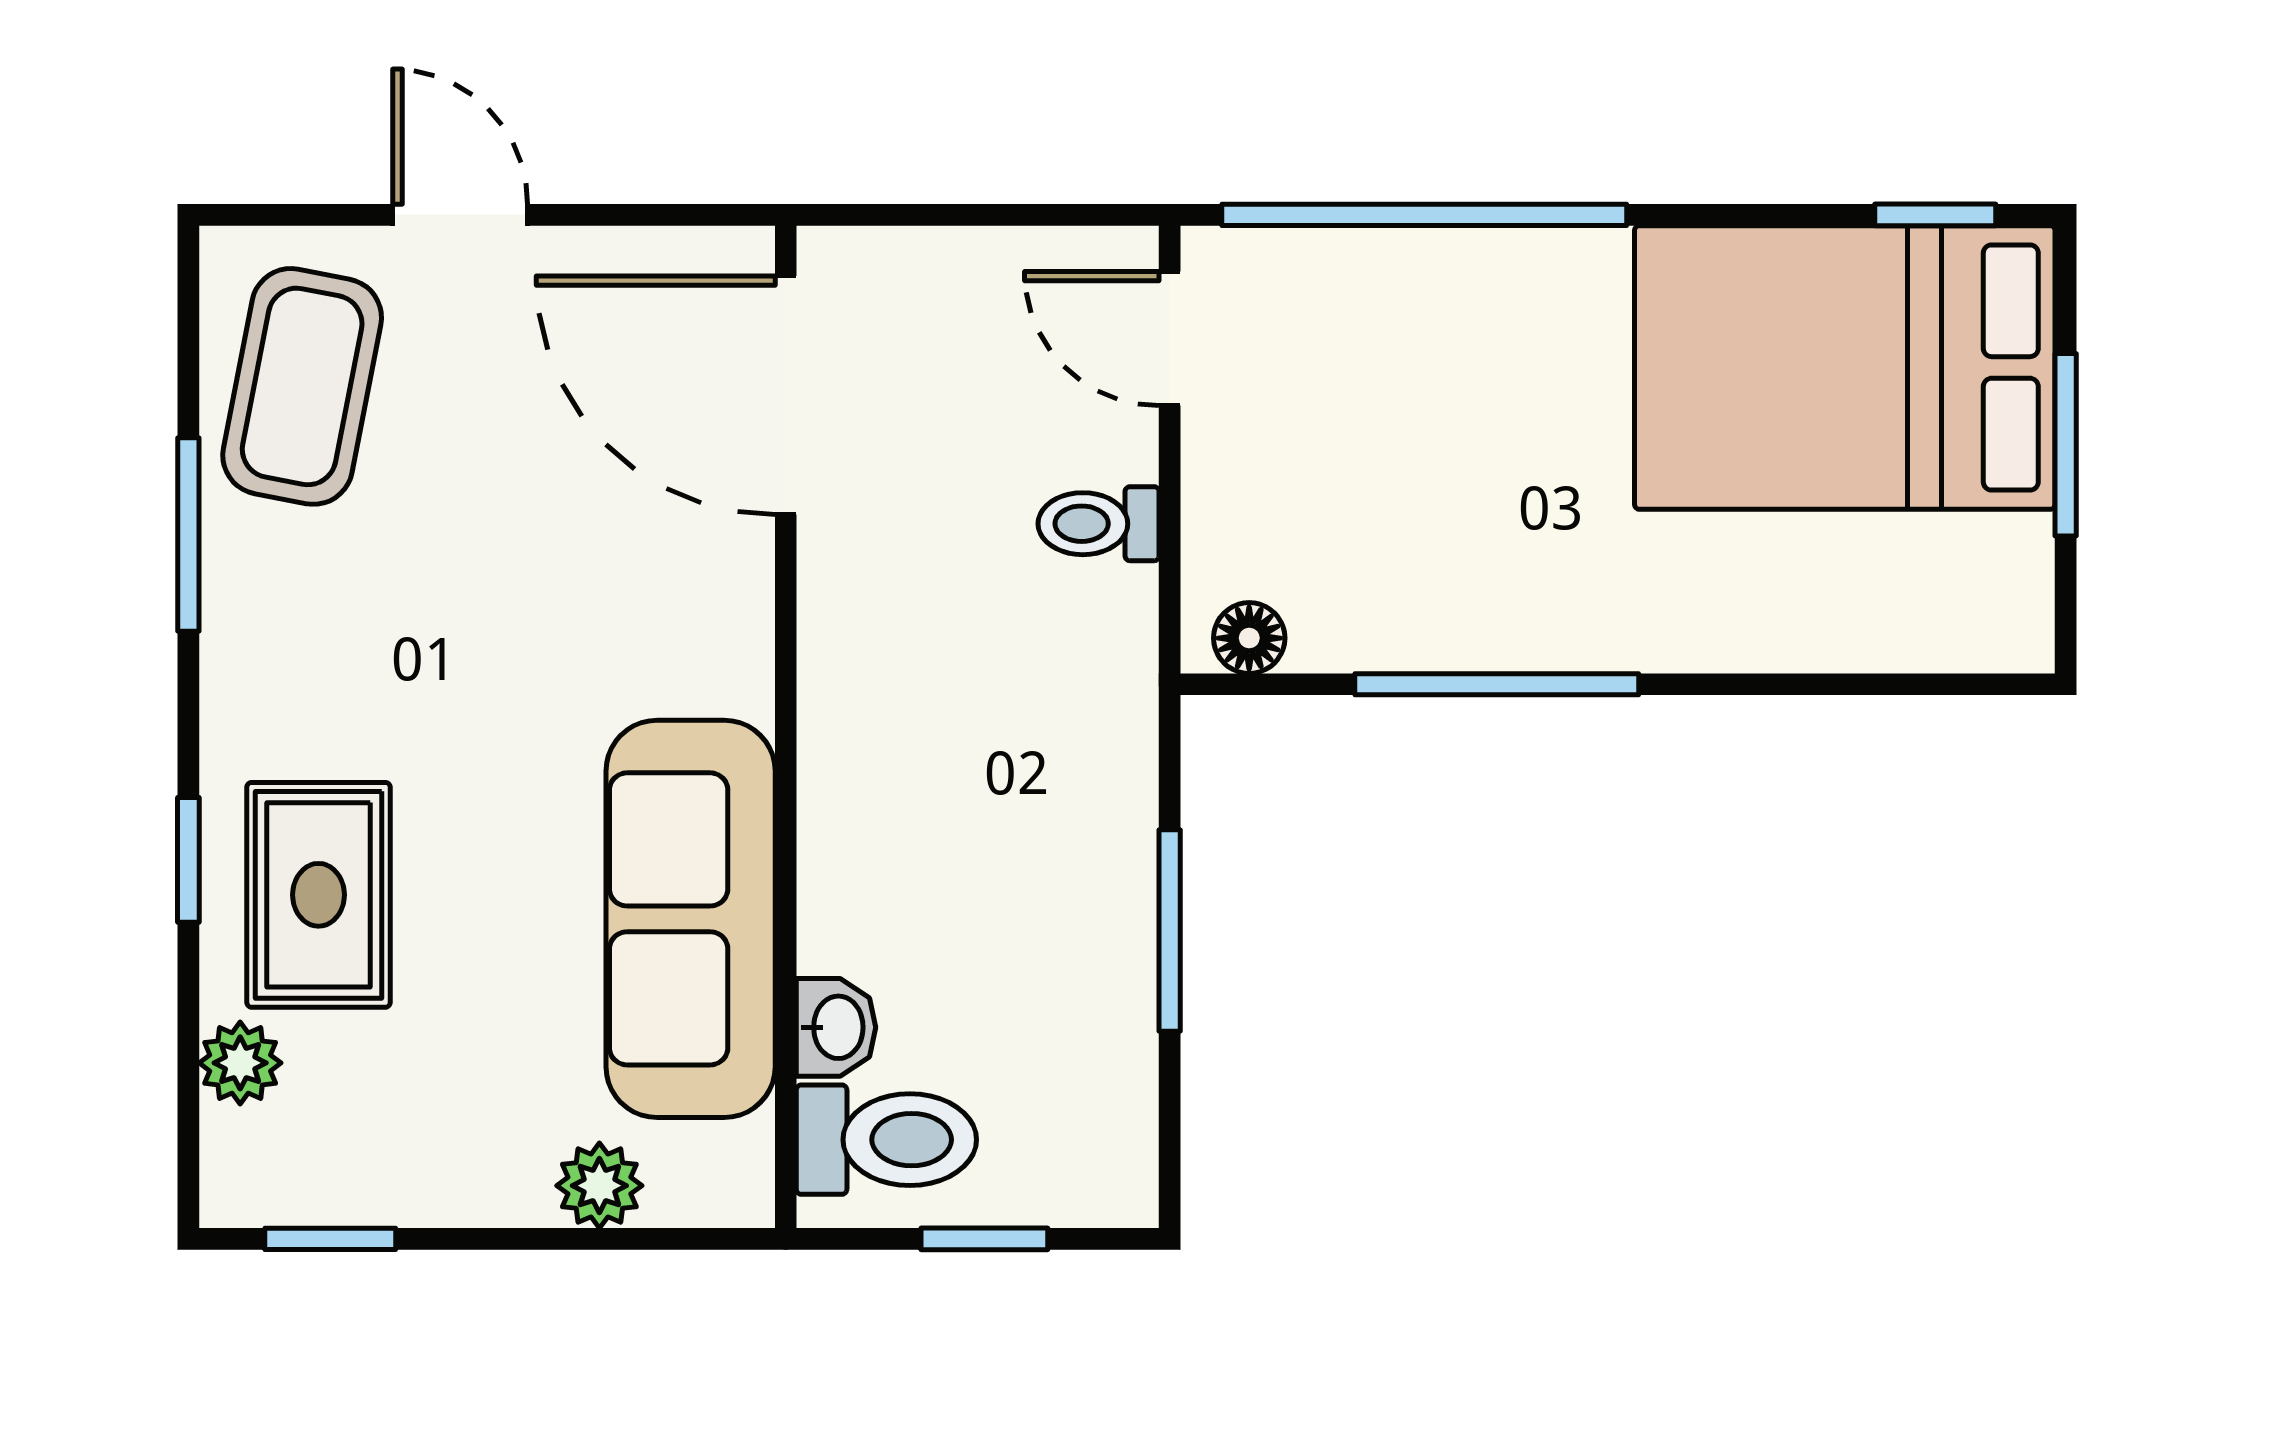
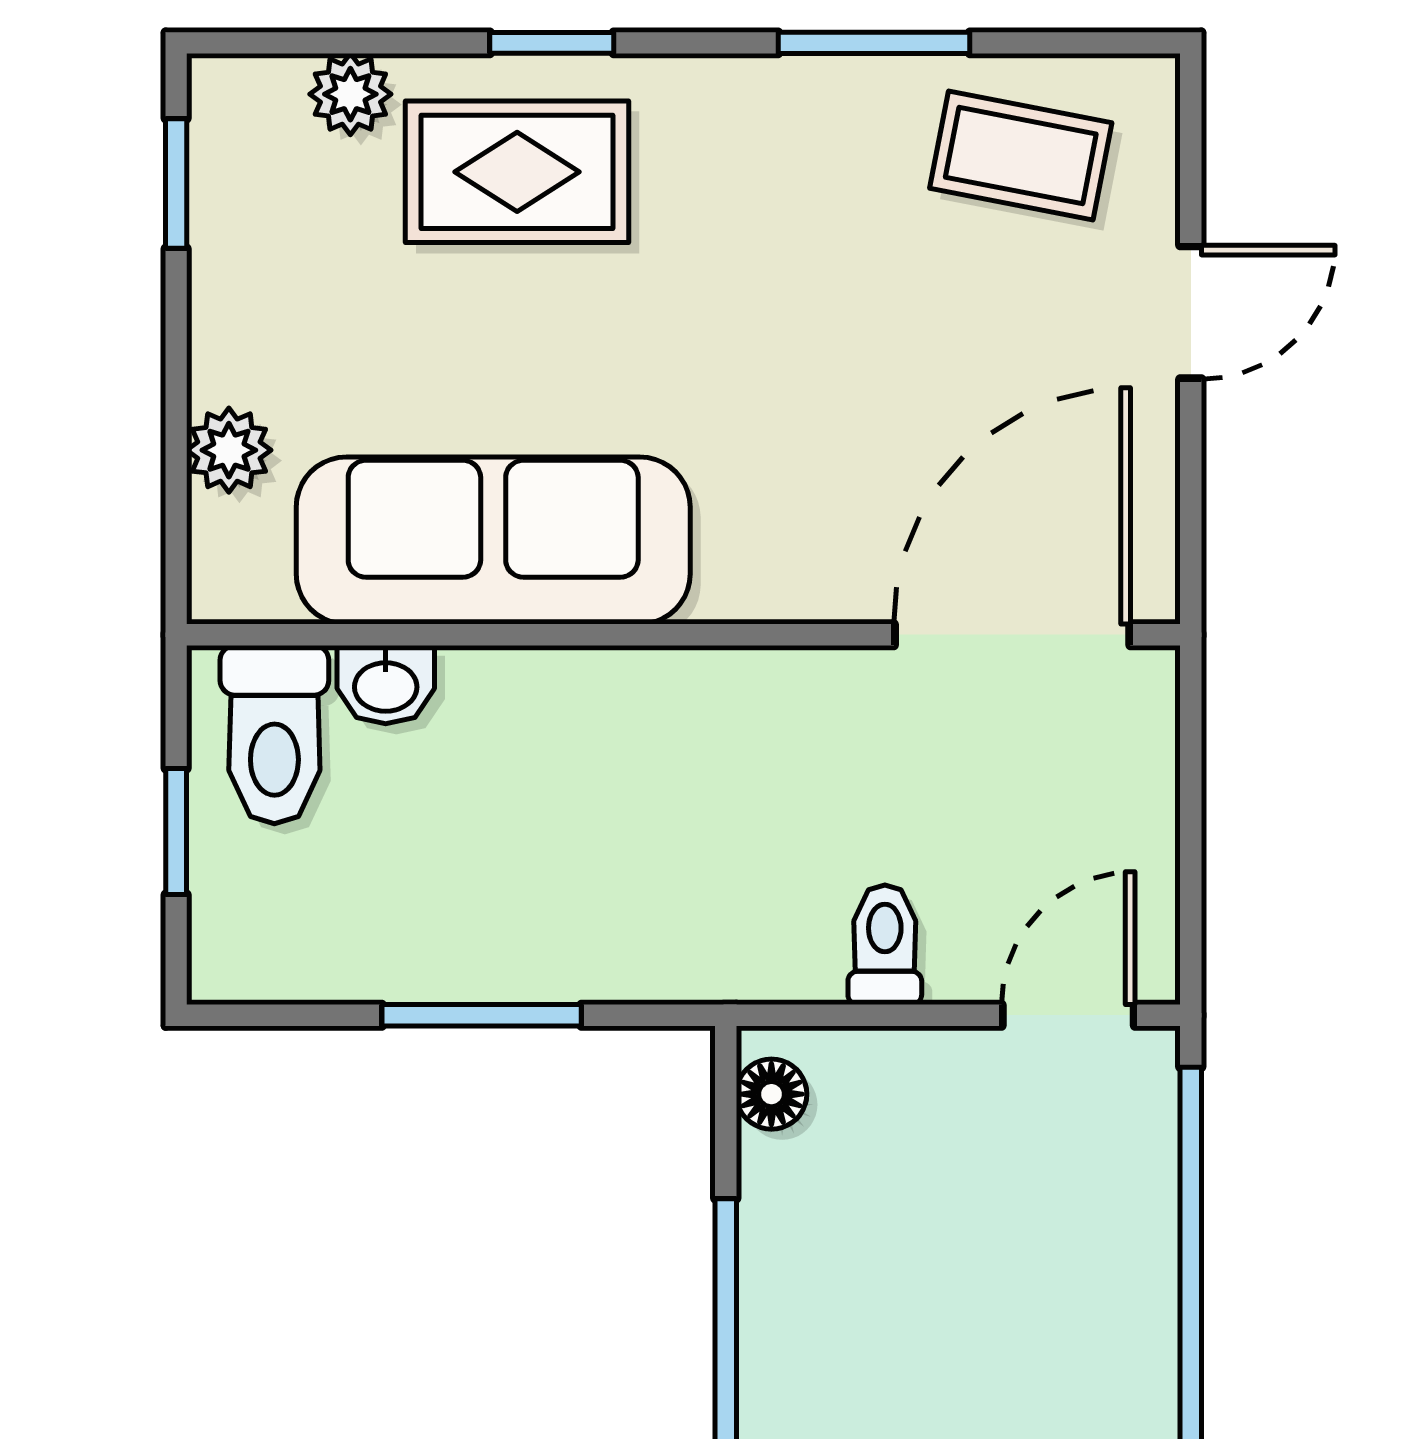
coffee table: (302, 386) -> (1021, 156), width x0.73, depth x0.77

